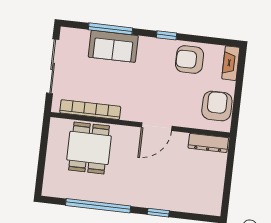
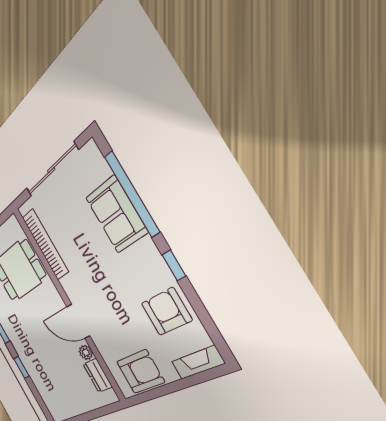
window: (110, 29) -> (132, 194), width x1.46
plant: (181, 139) -> (86, 352), added
dresser: (208, 143) -> (98, 375), width x0.70

